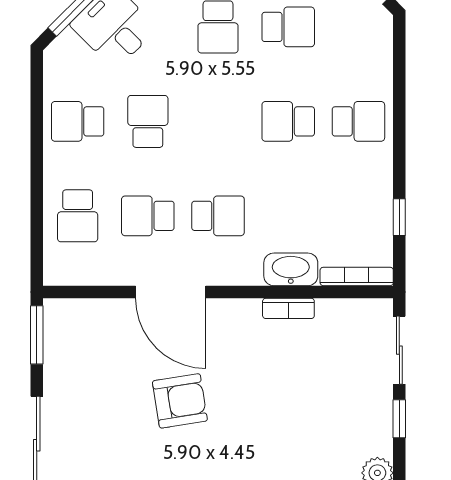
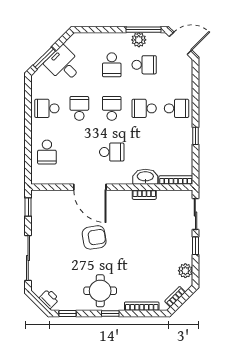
school desk: (148, 216) -> (112, 108), moved, turned 90
window: (399, 217) -> (195, 136), moved
window: (37, 335) -> (28, 207), width x0.67

